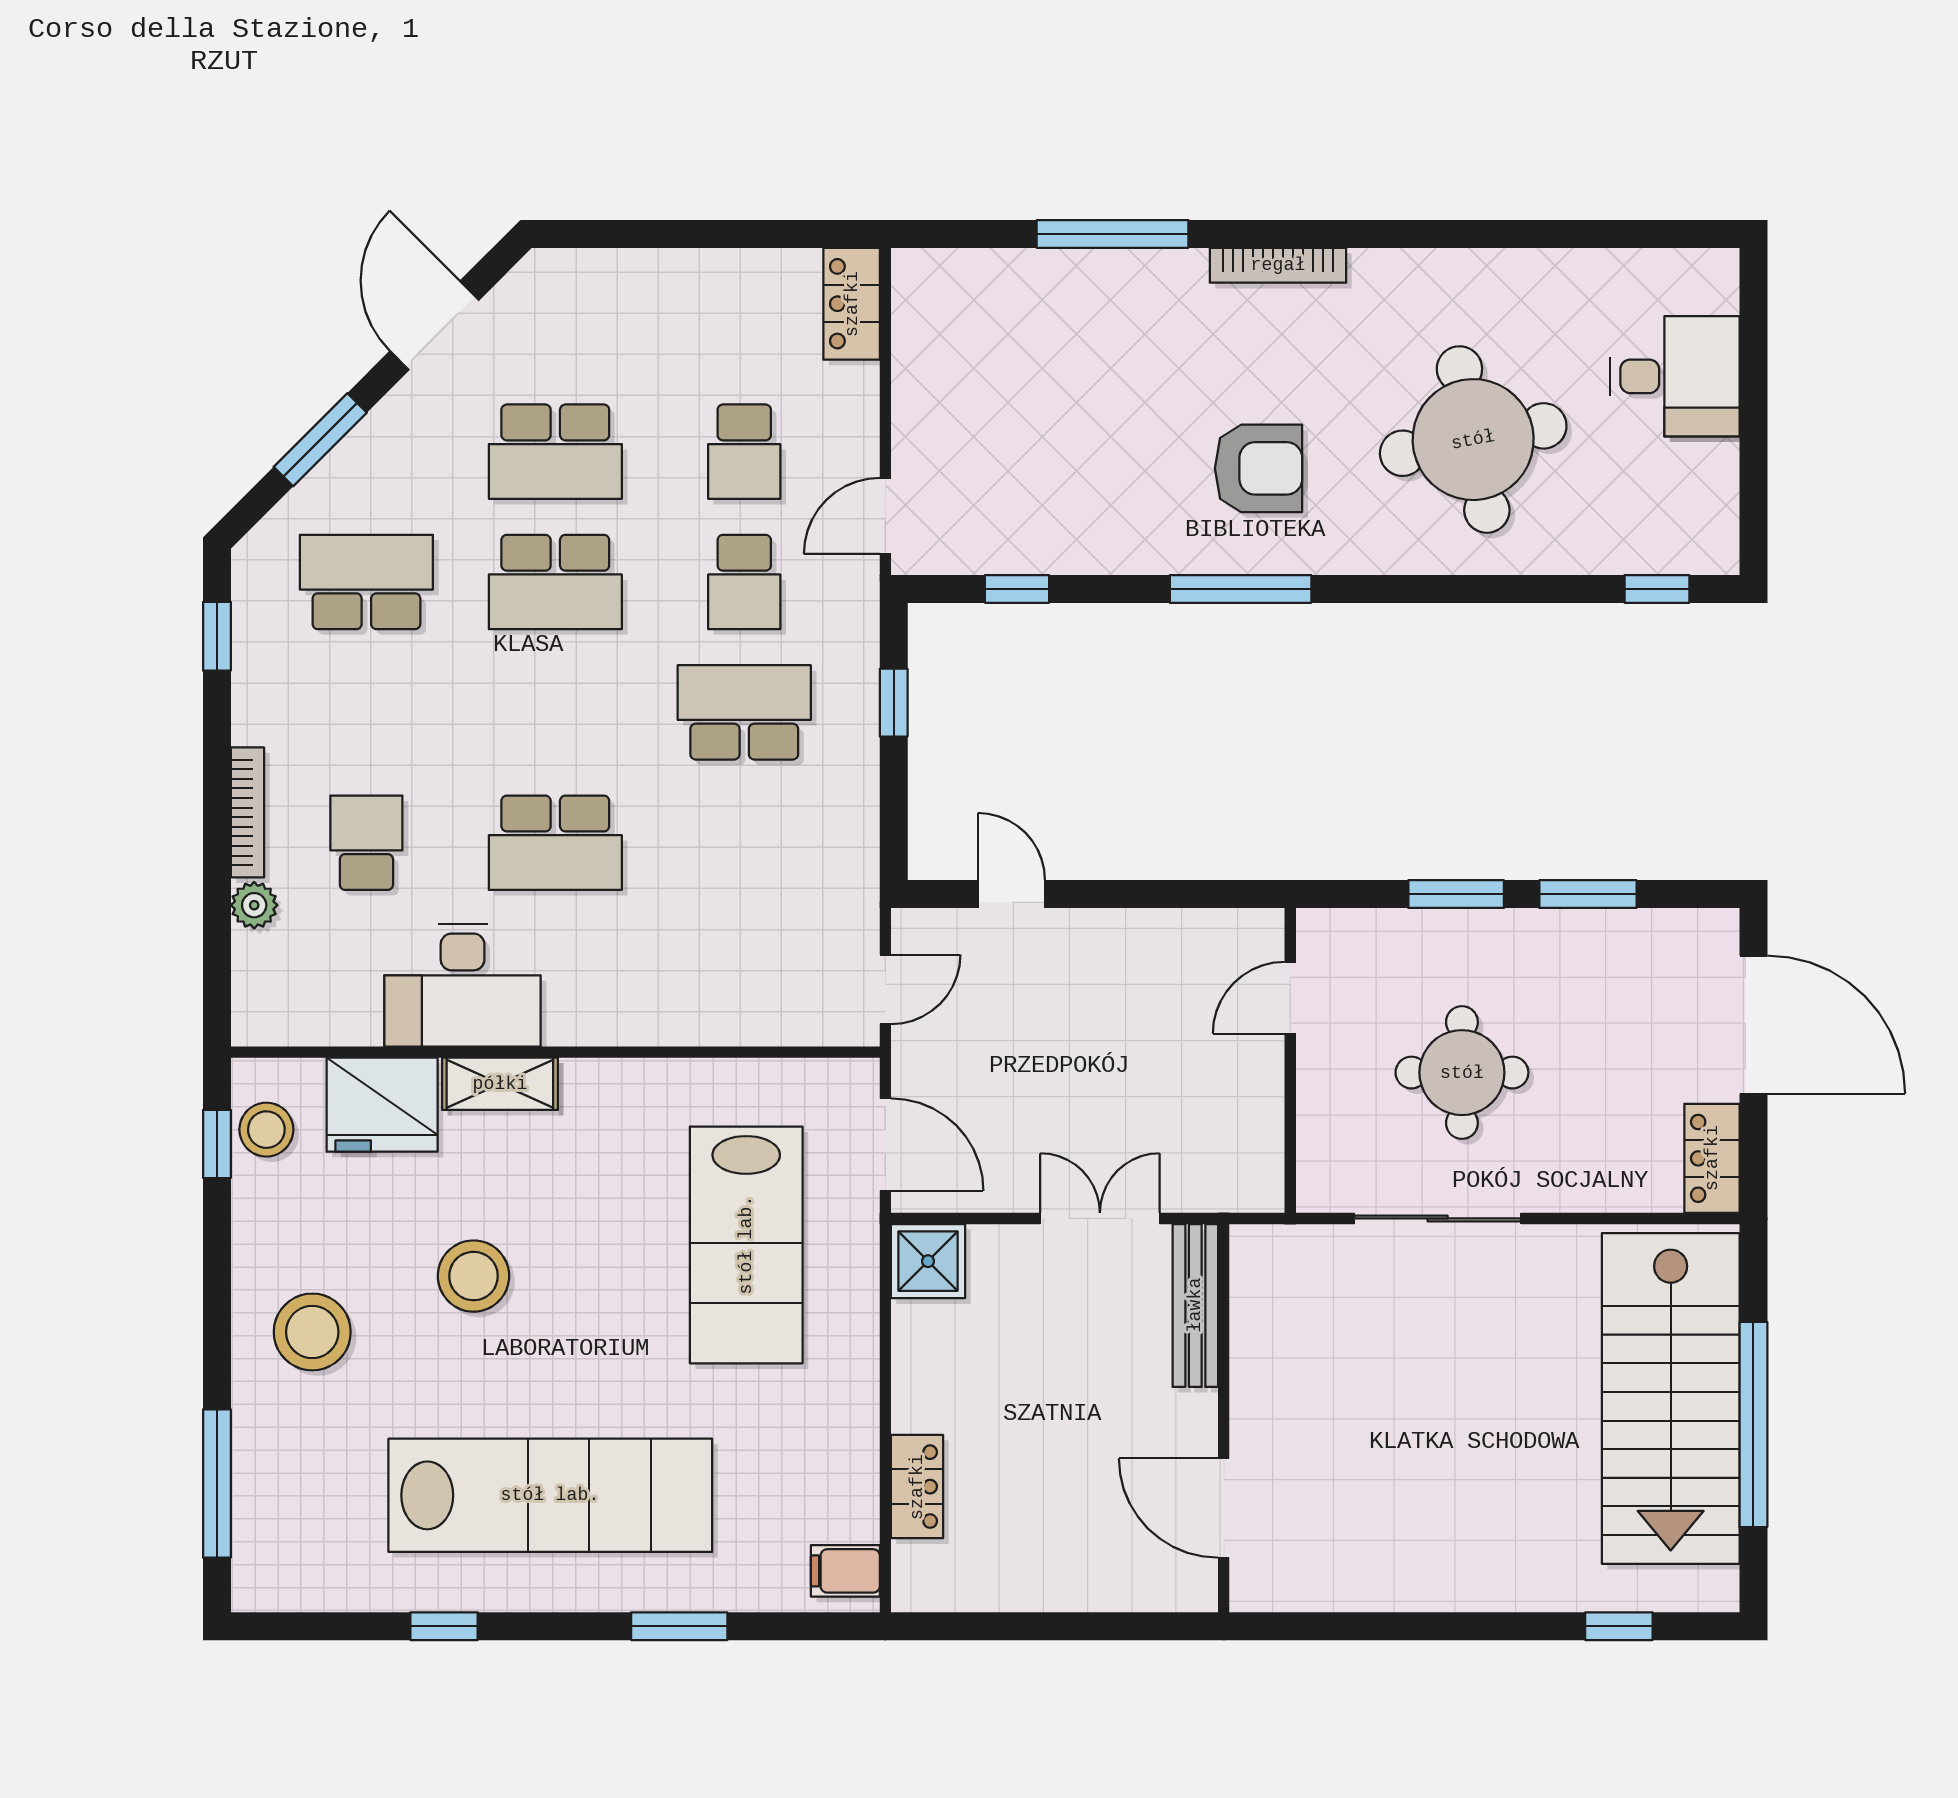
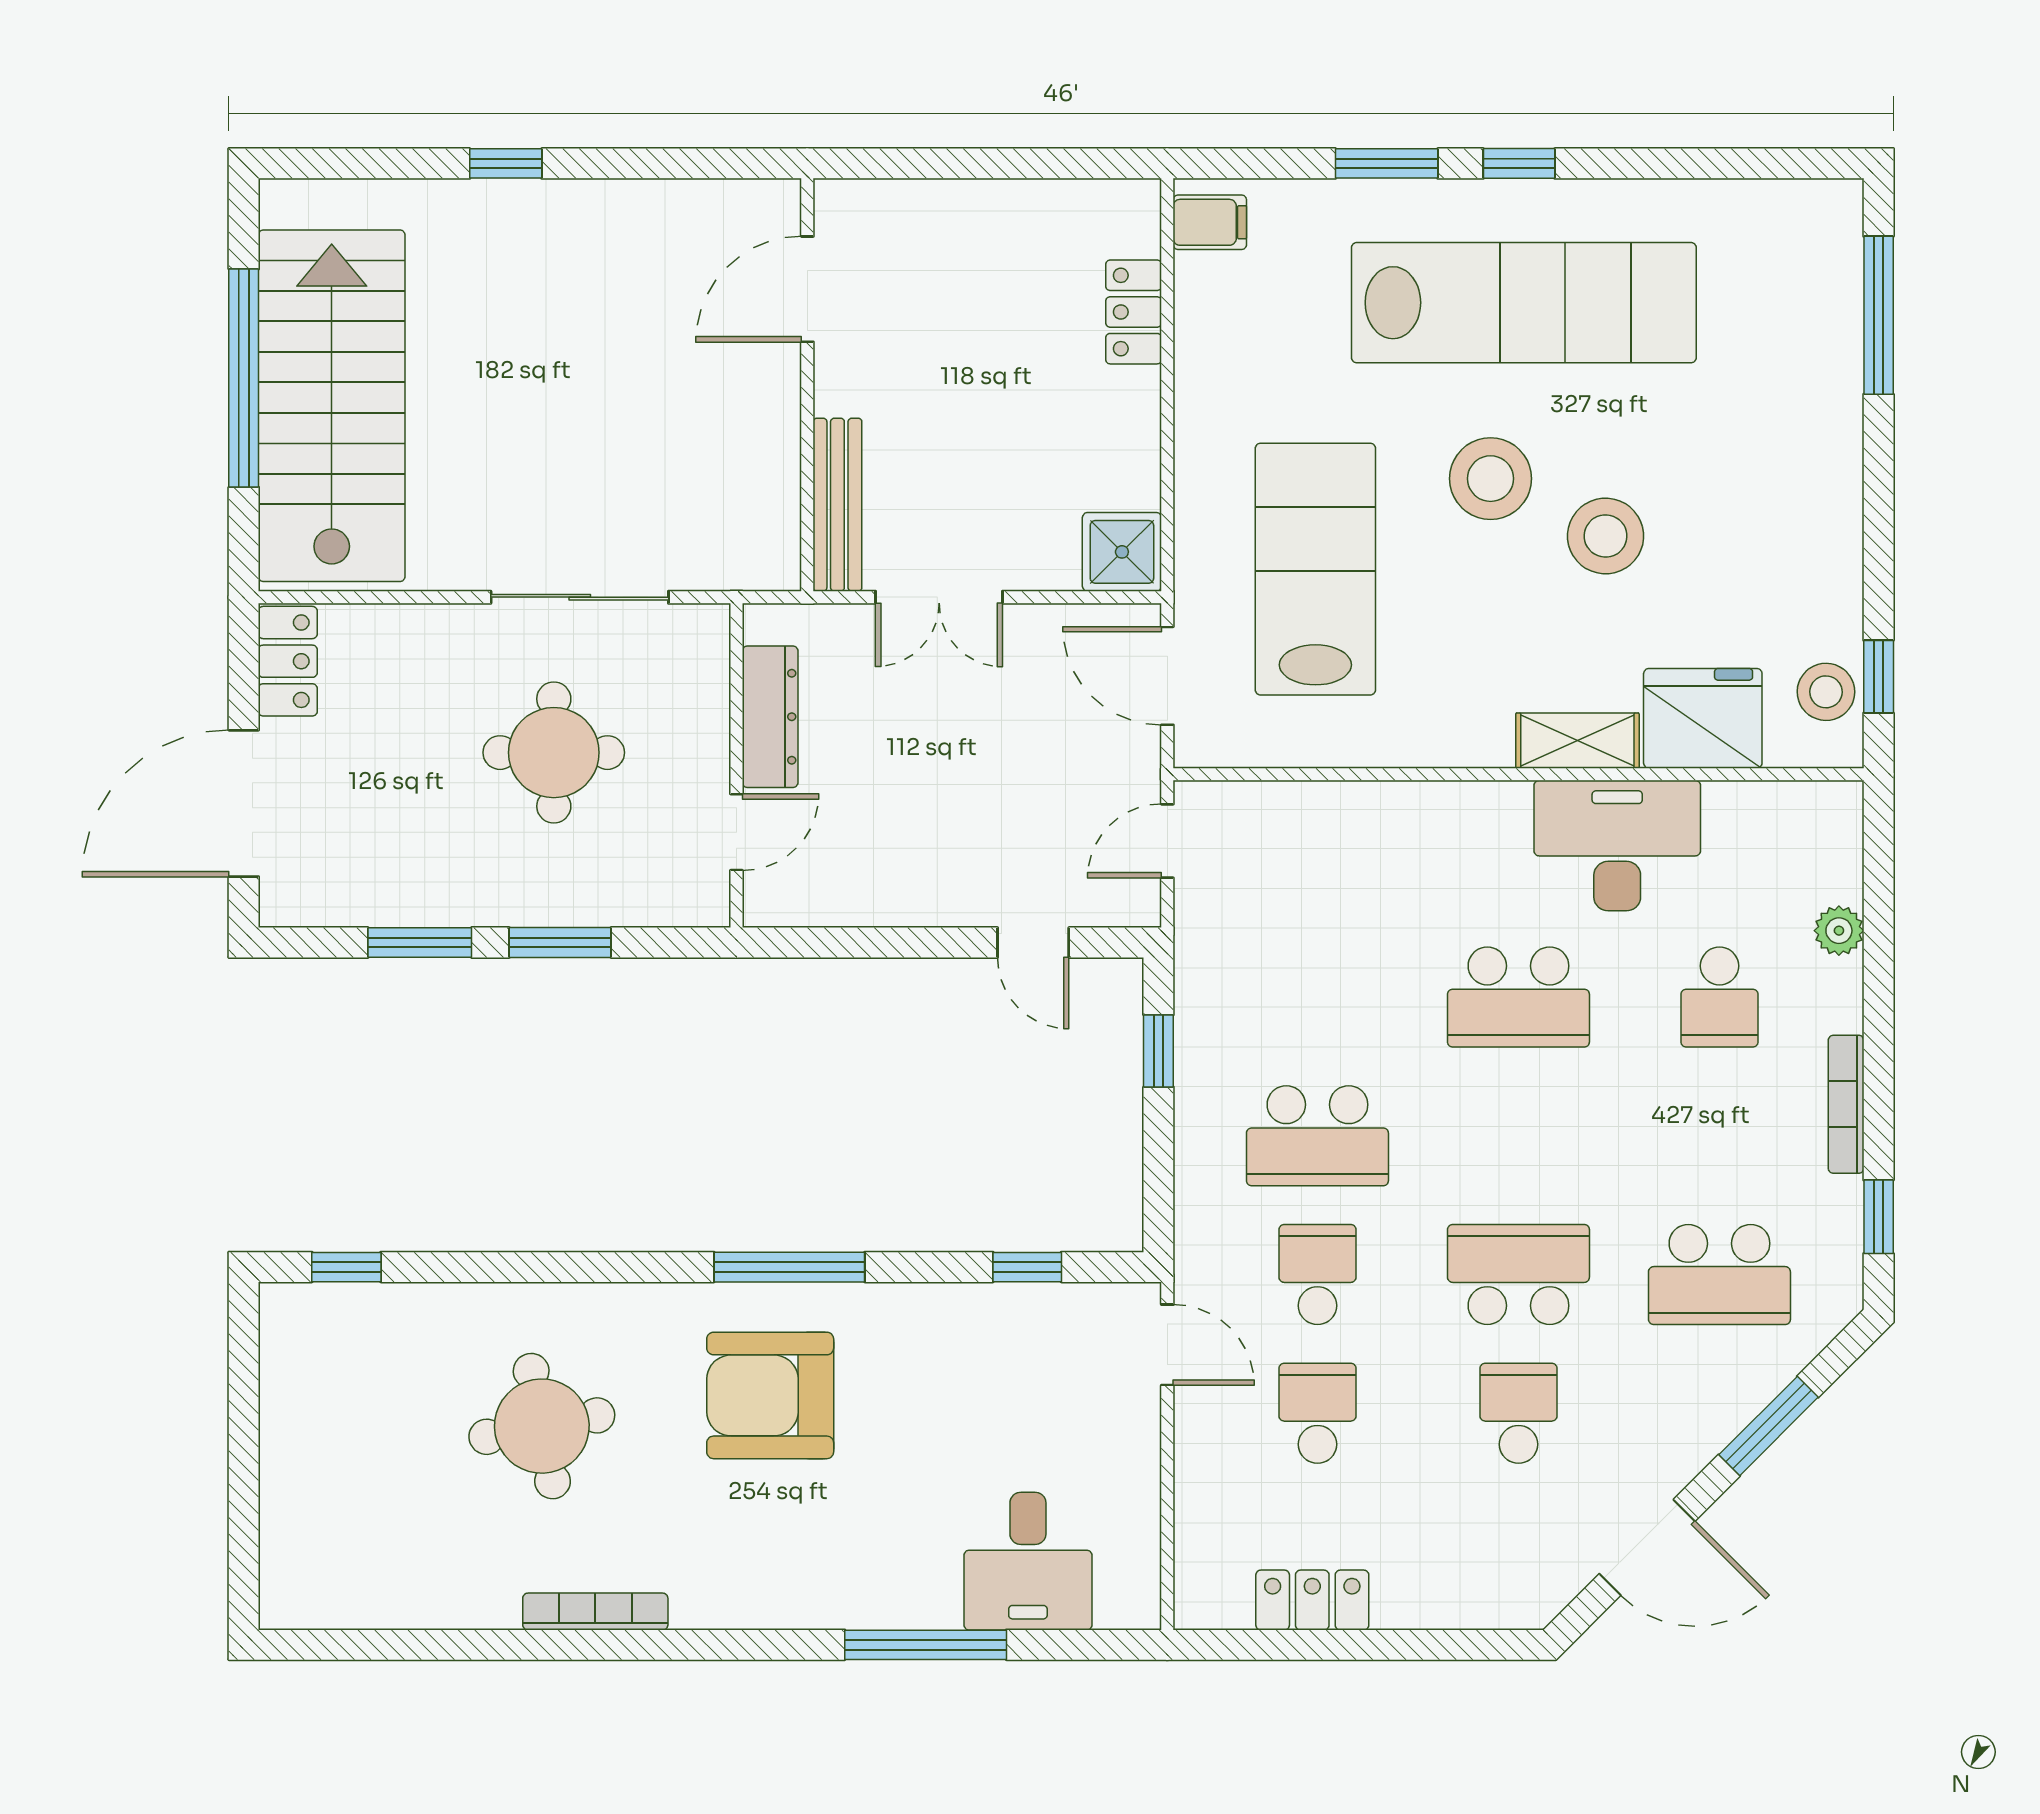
bookcase: (1278, 265) -> (595, 1612), moved
locker: (852, 304) -> (1312, 1600), moved, turned -90
door: (434, 325) -> (1647, 1547), hinge flipped
desk: (1675, 376) -> (1028, 1561), moved, turned -90
round table: (1473, 440) -> (542, 1426), width x0.73, depth x0.73
school desk: (555, 452) -> (1518, 1413), width x0.54
armchair: (1259, 468) -> (770, 1395), width x1.36, depth x1.36
door: (885, 516) -> (1167, 1345), hinge flipped
window: (894, 703) -> (1158, 1051), moved
bookcase: (247, 812) -> (1846, 1104), moved
school desk: (555, 843) -> (1518, 997), turned 180
door: (1753, 1025) -> (244, 803), hinge flipped
dresser: (1259, 1106) -> (770, 717), added
stool: (312, 1332) -> (1491, 479), moved
lab bench: (550, 1495) -> (1524, 303), turned 180
door: (1224, 1508) -> (807, 289), swing flipped
window: (444, 1626) -> (1519, 163), moved
window: (1619, 1626) -> (506, 163), moved

